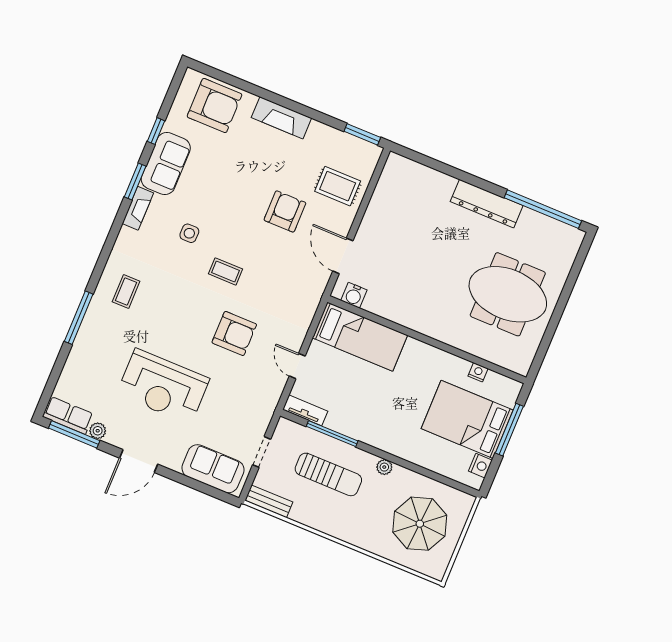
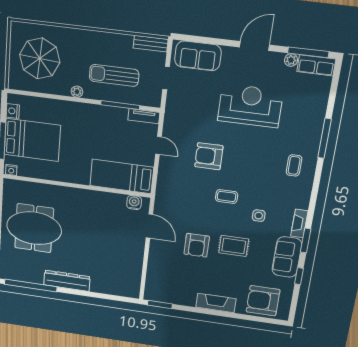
rug: (338, 186) -> (234, 246), moved
nightstand: (478, 372) -> (11, 170), moved

